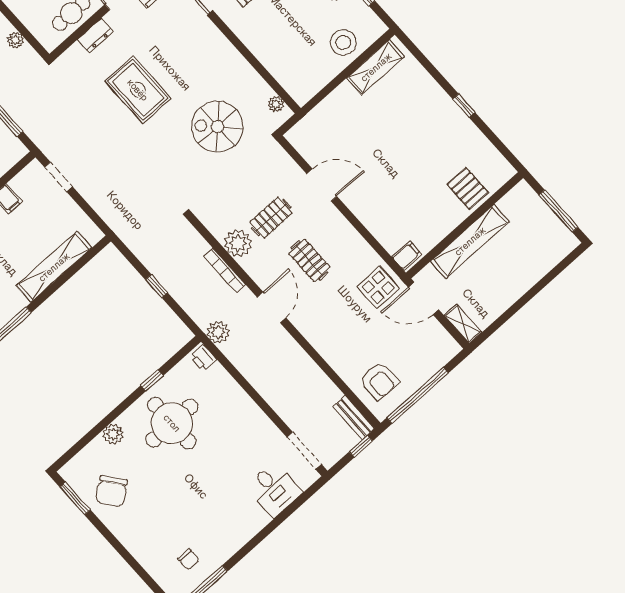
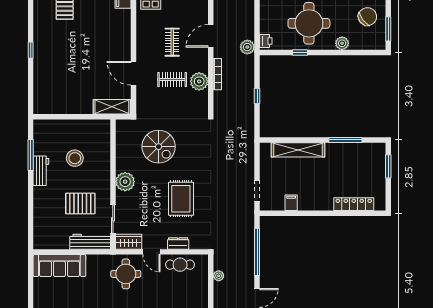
stool: (343, 42) -> (75, 158), moved
shelving: (376, 67) -> (112, 107), moved
plant: (276, 104) -> (125, 182), moved, width x1.87, depth x1.87

